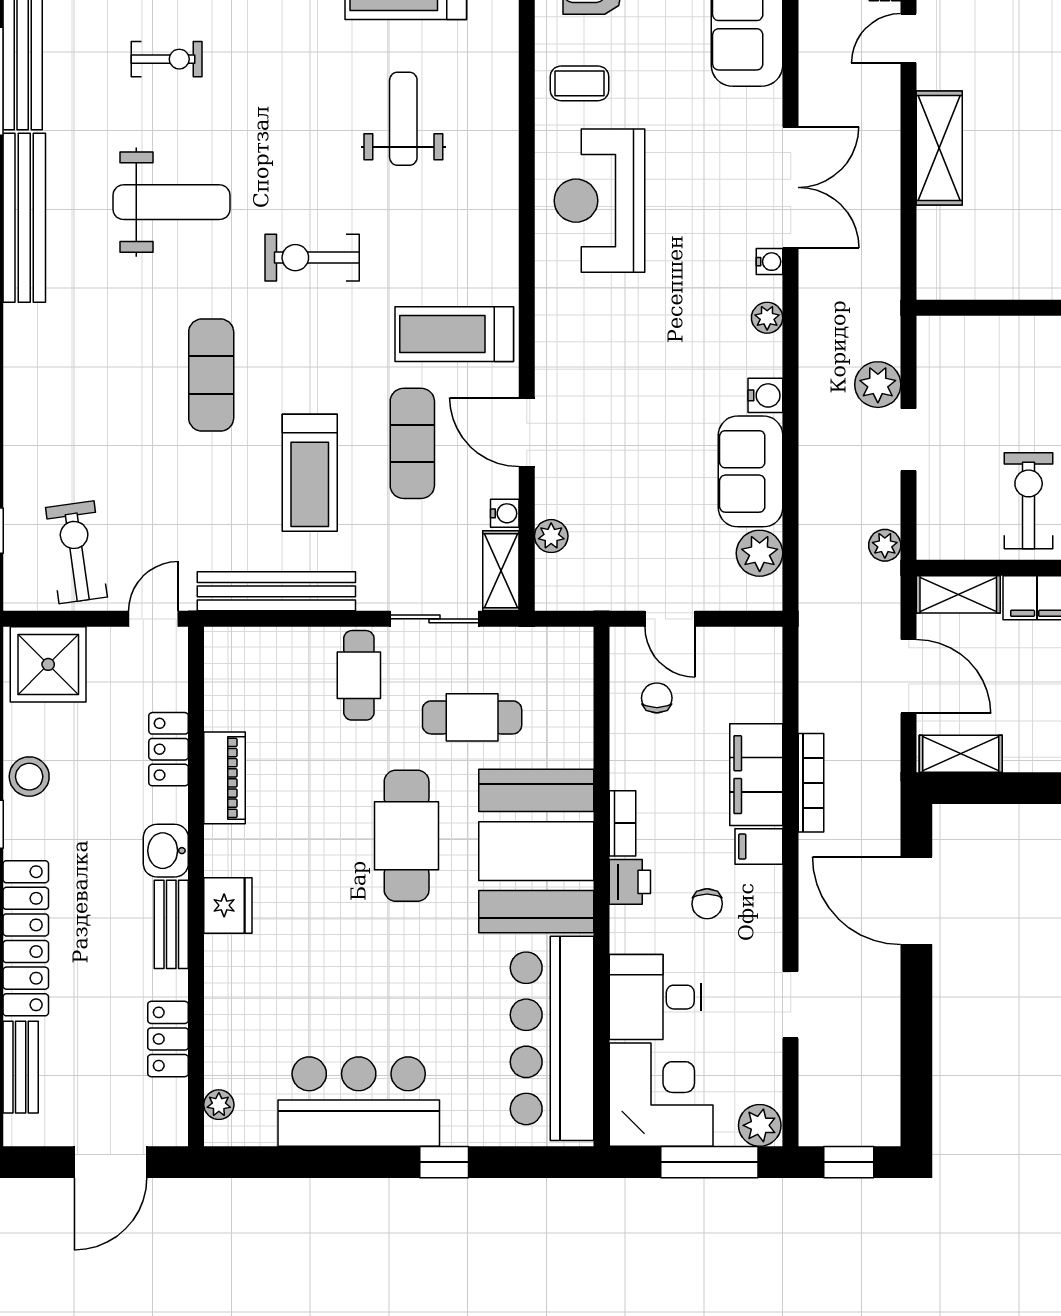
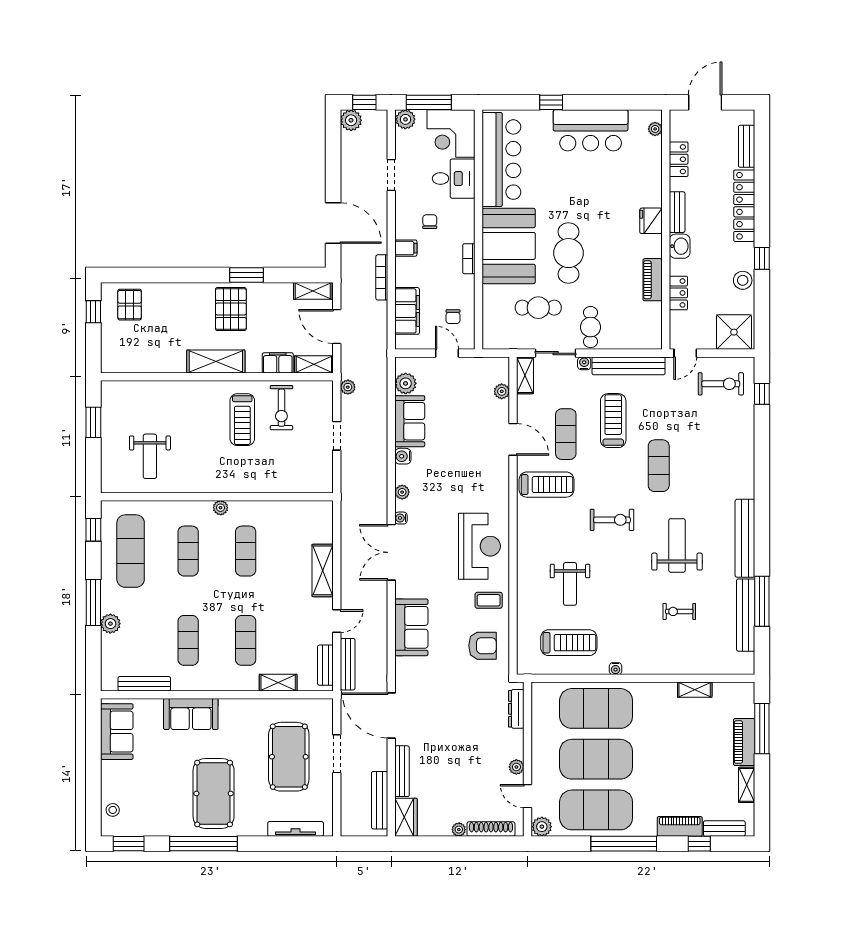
weight bench: (171, 202) -> (677, 545), turned 90
plant: (878, 385) -> (351, 120), moved
water cooler: (505, 513) -> (584, 363), moved, turned 90
exercise bike: (76, 552) -> (721, 384), turned -82
filing cabinet: (756, 775) -> (407, 311), moved
printer: (630, 882) -> (465, 232), removed

